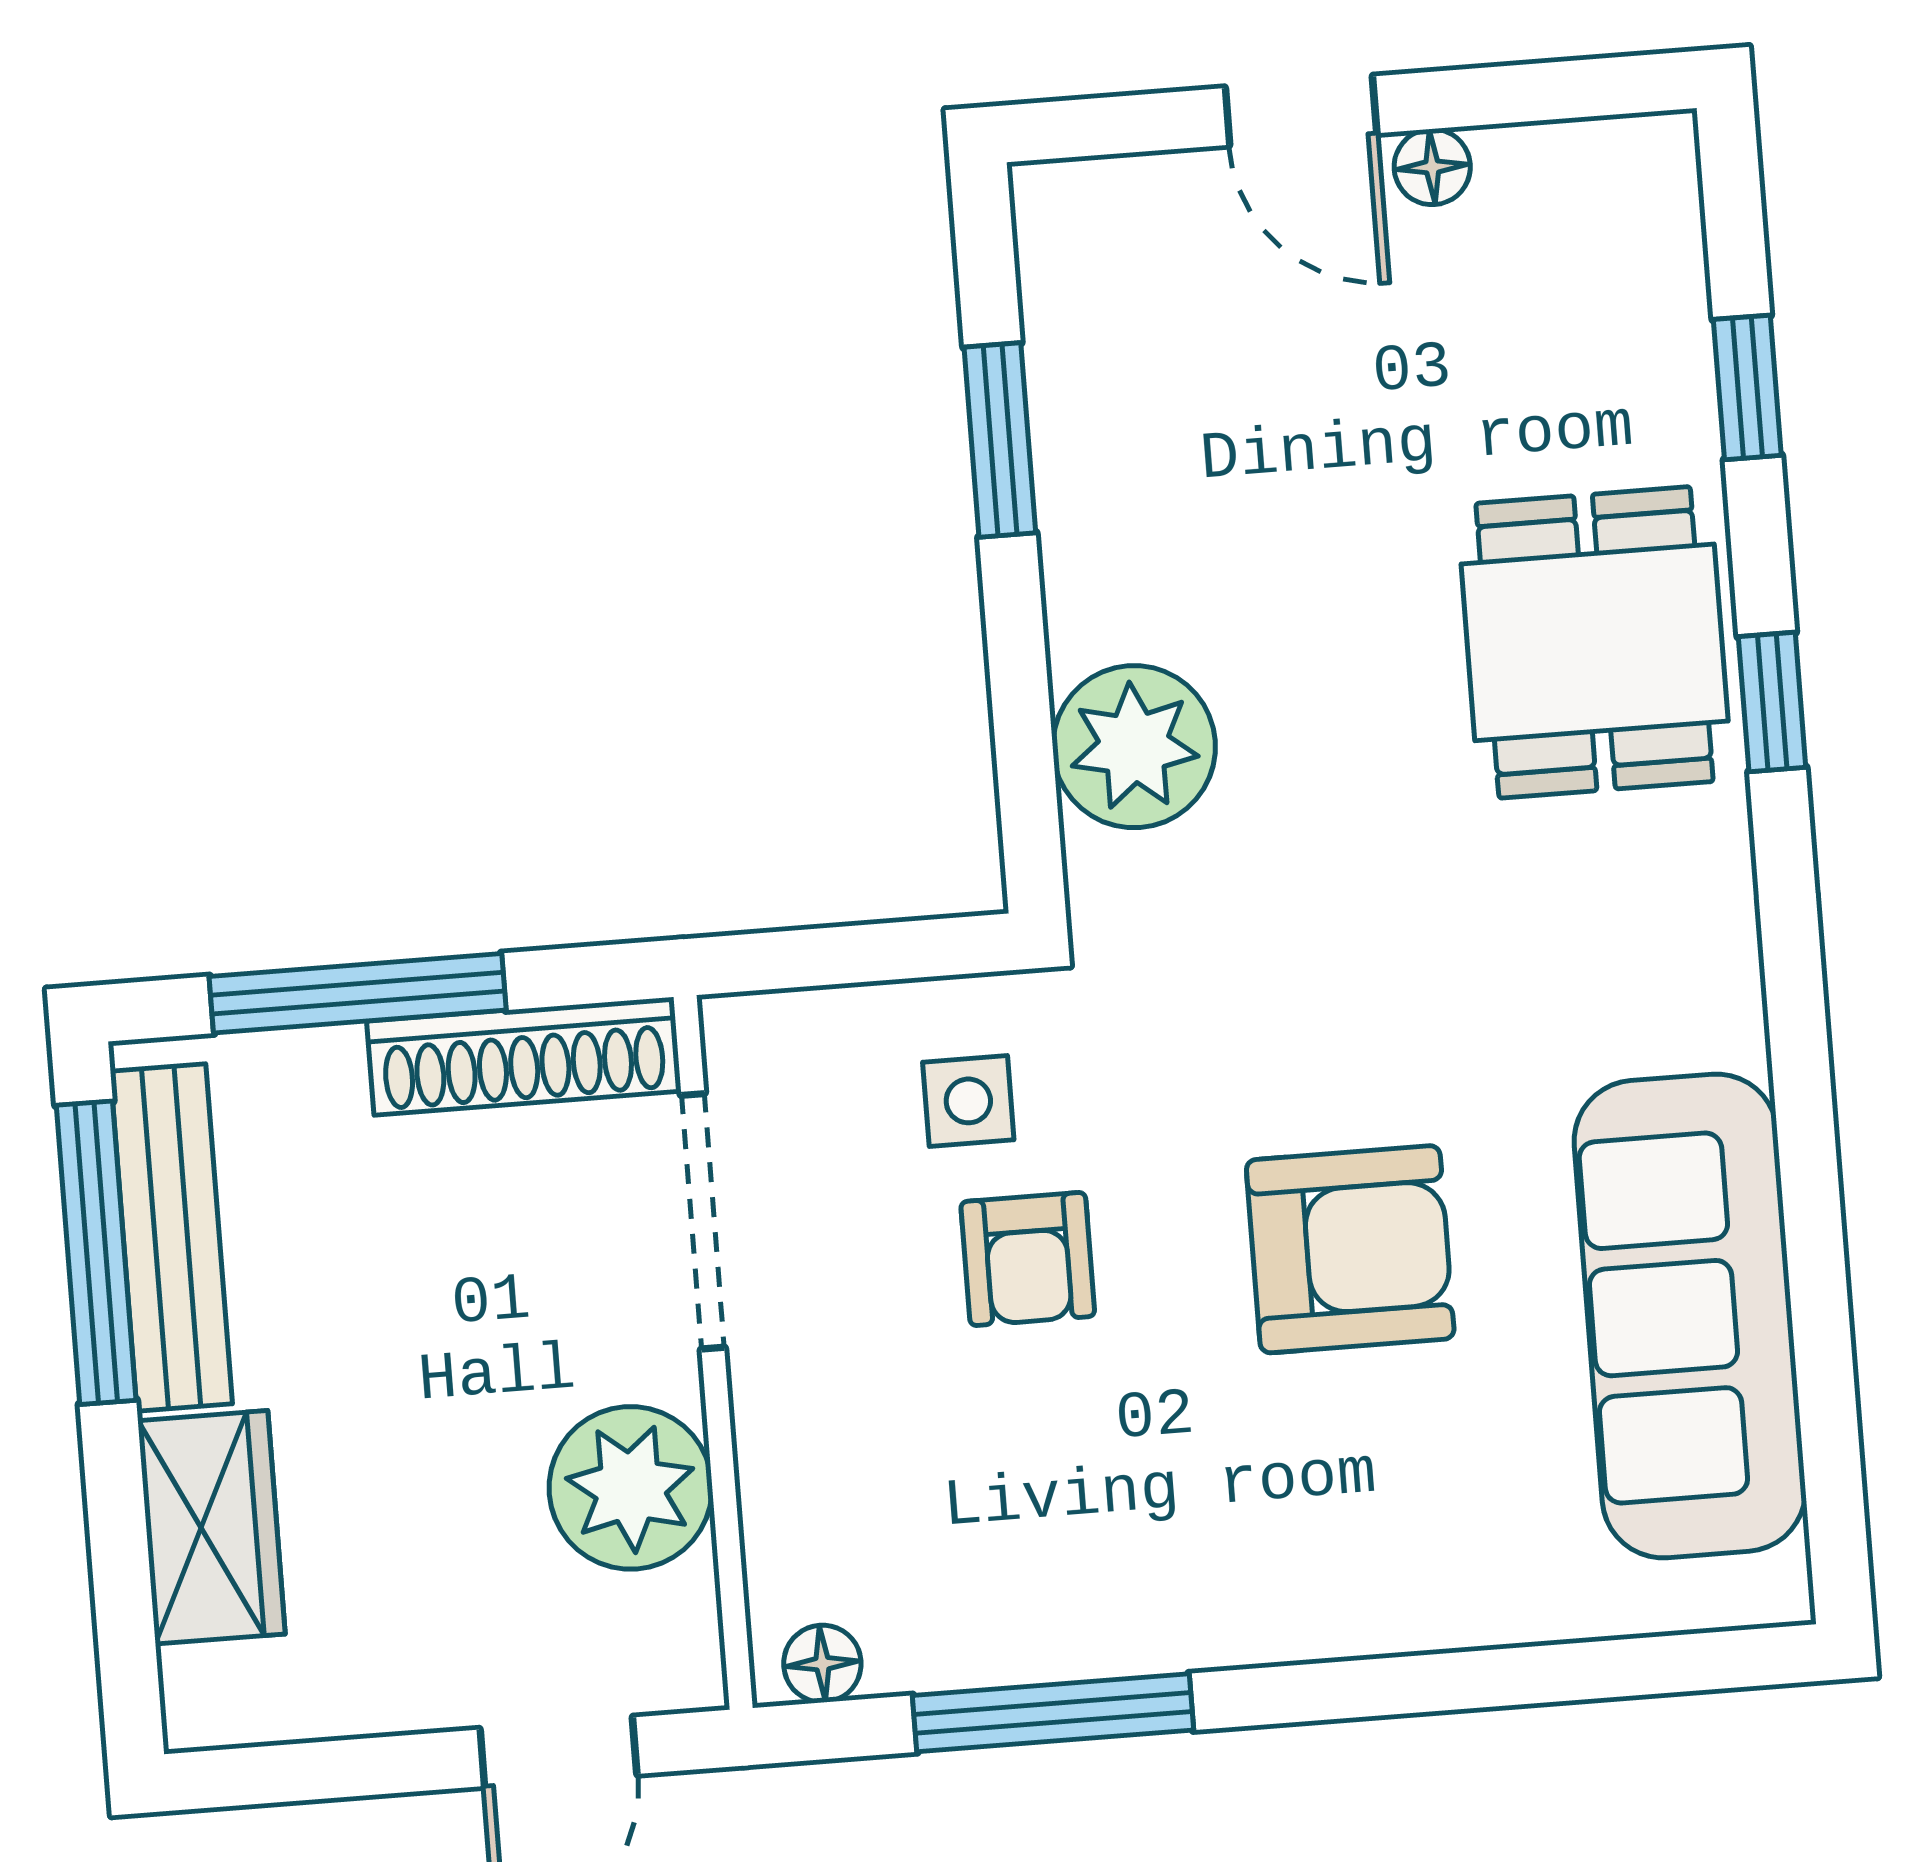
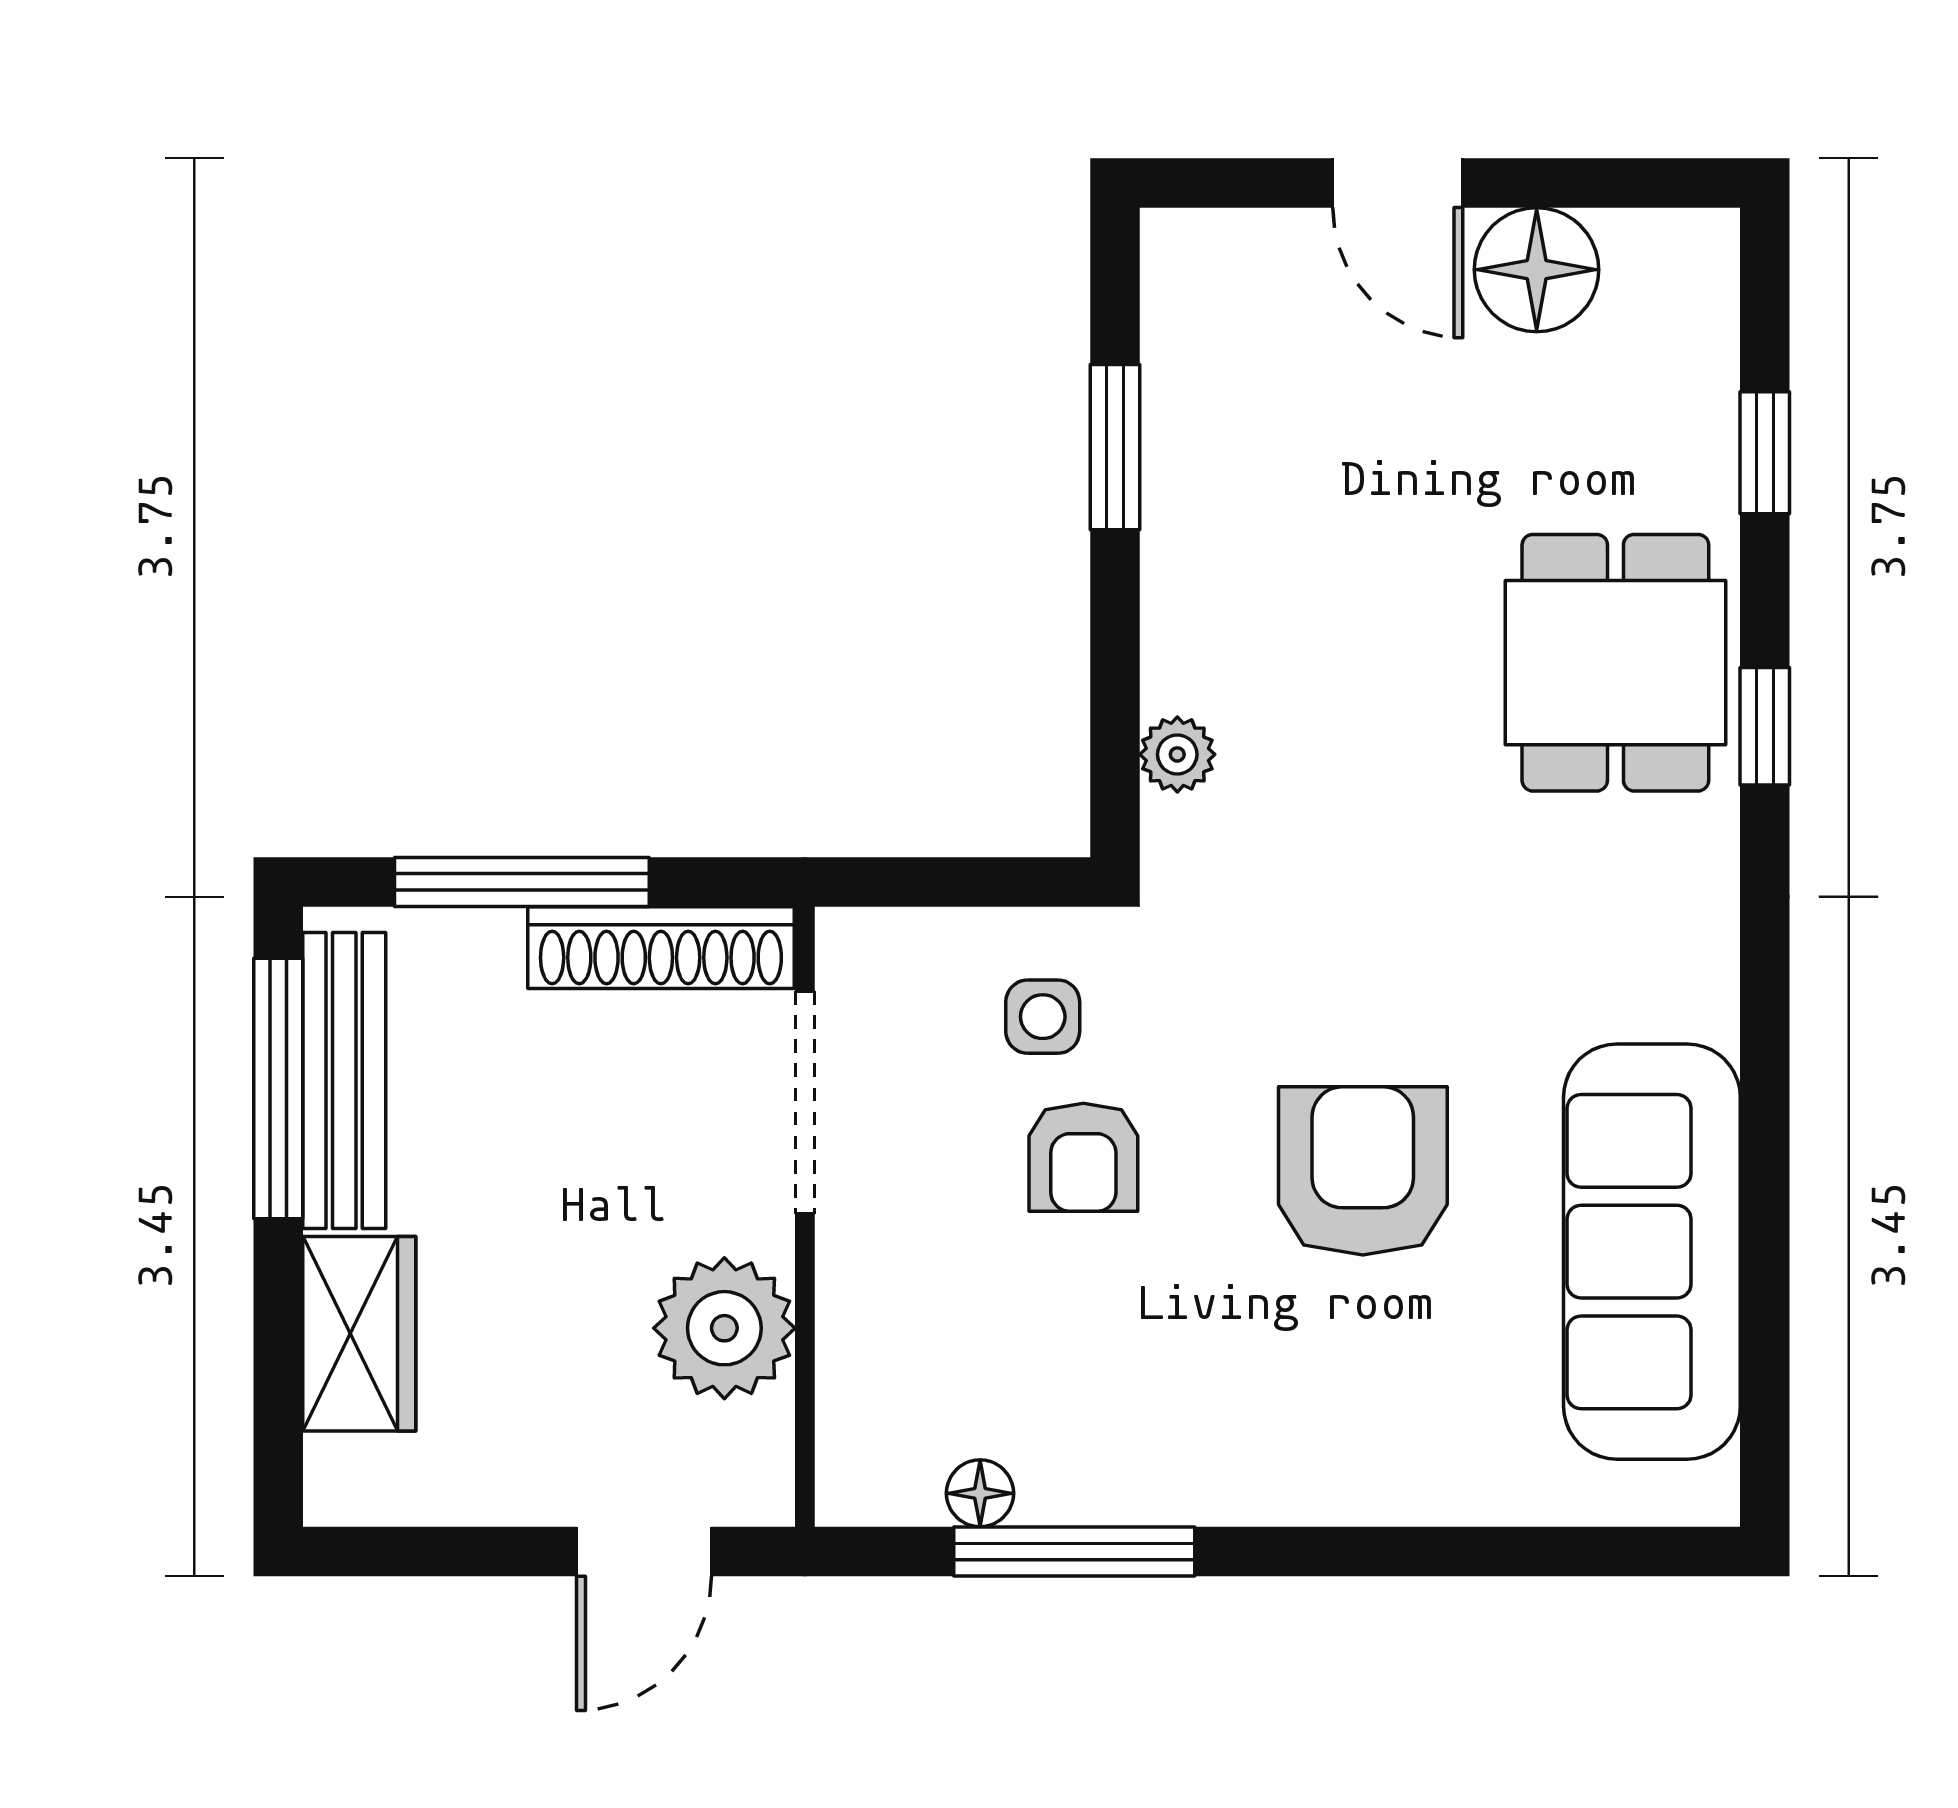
floor lamp: (1432, 167) -> (1537, 270), width x1.89, depth x1.89
plant: (1134, 747) -> (1177, 754), width x0.53, depth x0.53
armchair: (1350, 1249) -> (1363, 1171), turned -90
floor lamp: (822, 1664) -> (980, 1493), moved

